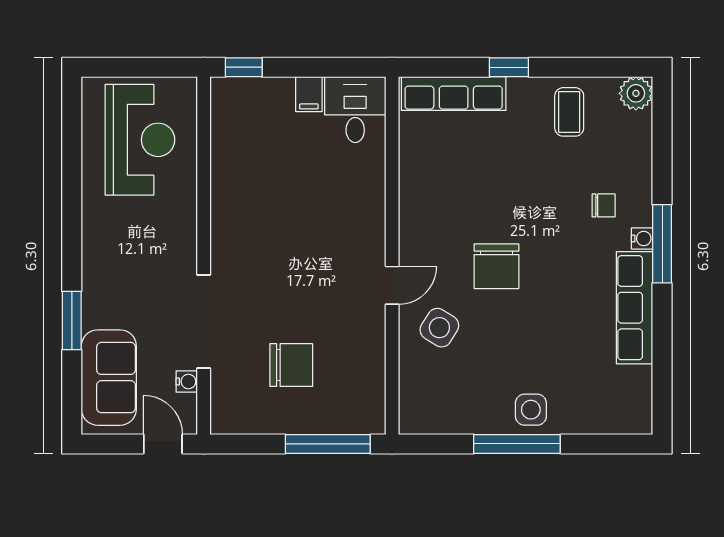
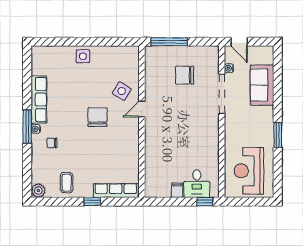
desk: (355, 110) -> (197, 184), moved
window: (72, 320) -> (278, 135), moved
sofa: (109, 378) -> (262, 85), moved
window: (517, 444) -> (89, 42), removed

